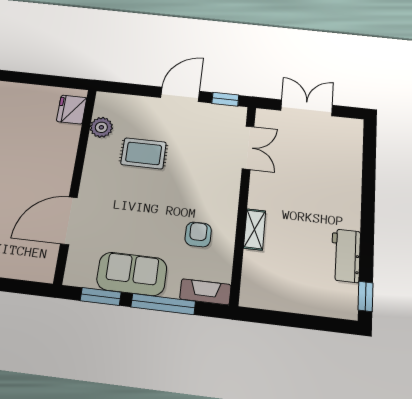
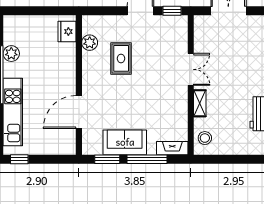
double door: (248, 148) -> (191, 69), moved
rug: (144, 153) -> (121, 58), turned 90
armchair: (198, 234) -> (164, 111), removed
stool: (258, 282) -> (205, 138), added

